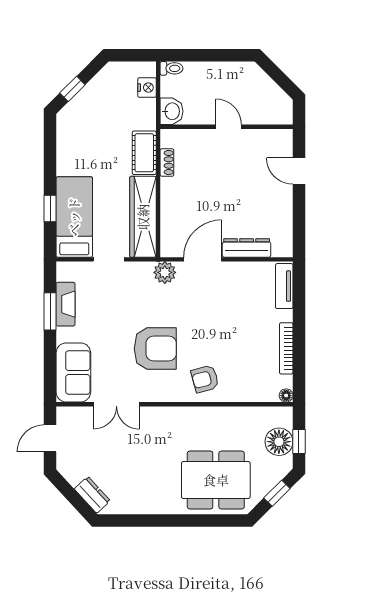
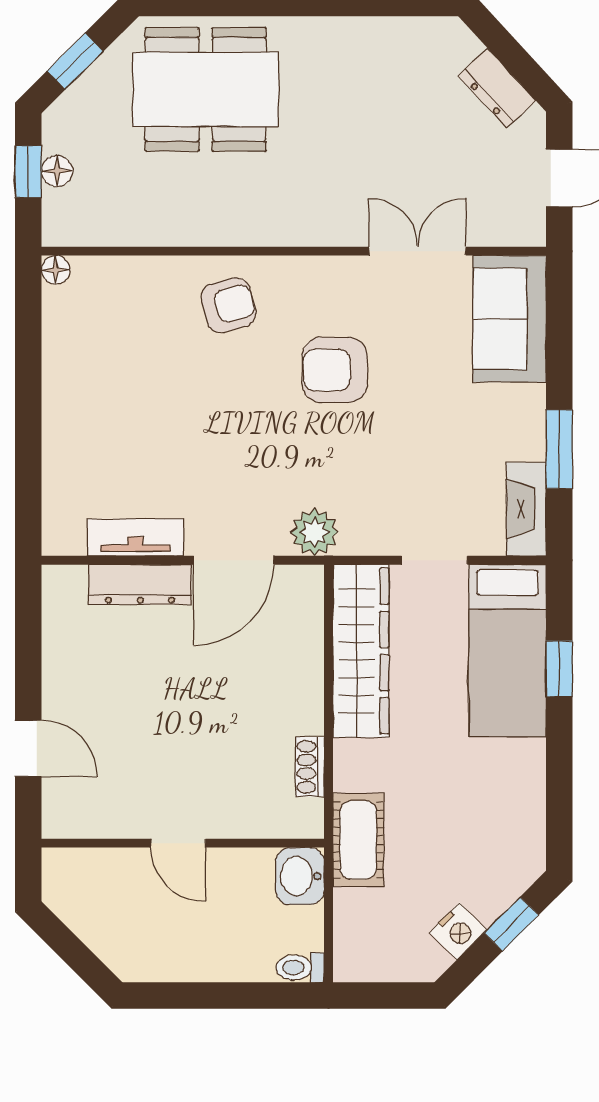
nightstand: (147, 88) -> (458, 931), moved, turned -135
cot: (144, 153) -> (358, 840), moved
tv unit: (284, 286) -> (135, 537), moved, turned -90
fireplace: (66, 304) -> (526, 509), moved
bookcase: (286, 348) -> (55, 370), removed
armchair: (155, 349) -> (335, 370), width x0.73, depth x0.73
floor lamp: (279, 442) -> (57, 171), width x0.53, depth x0.53
dresser: (92, 495) -> (497, 88), moved

